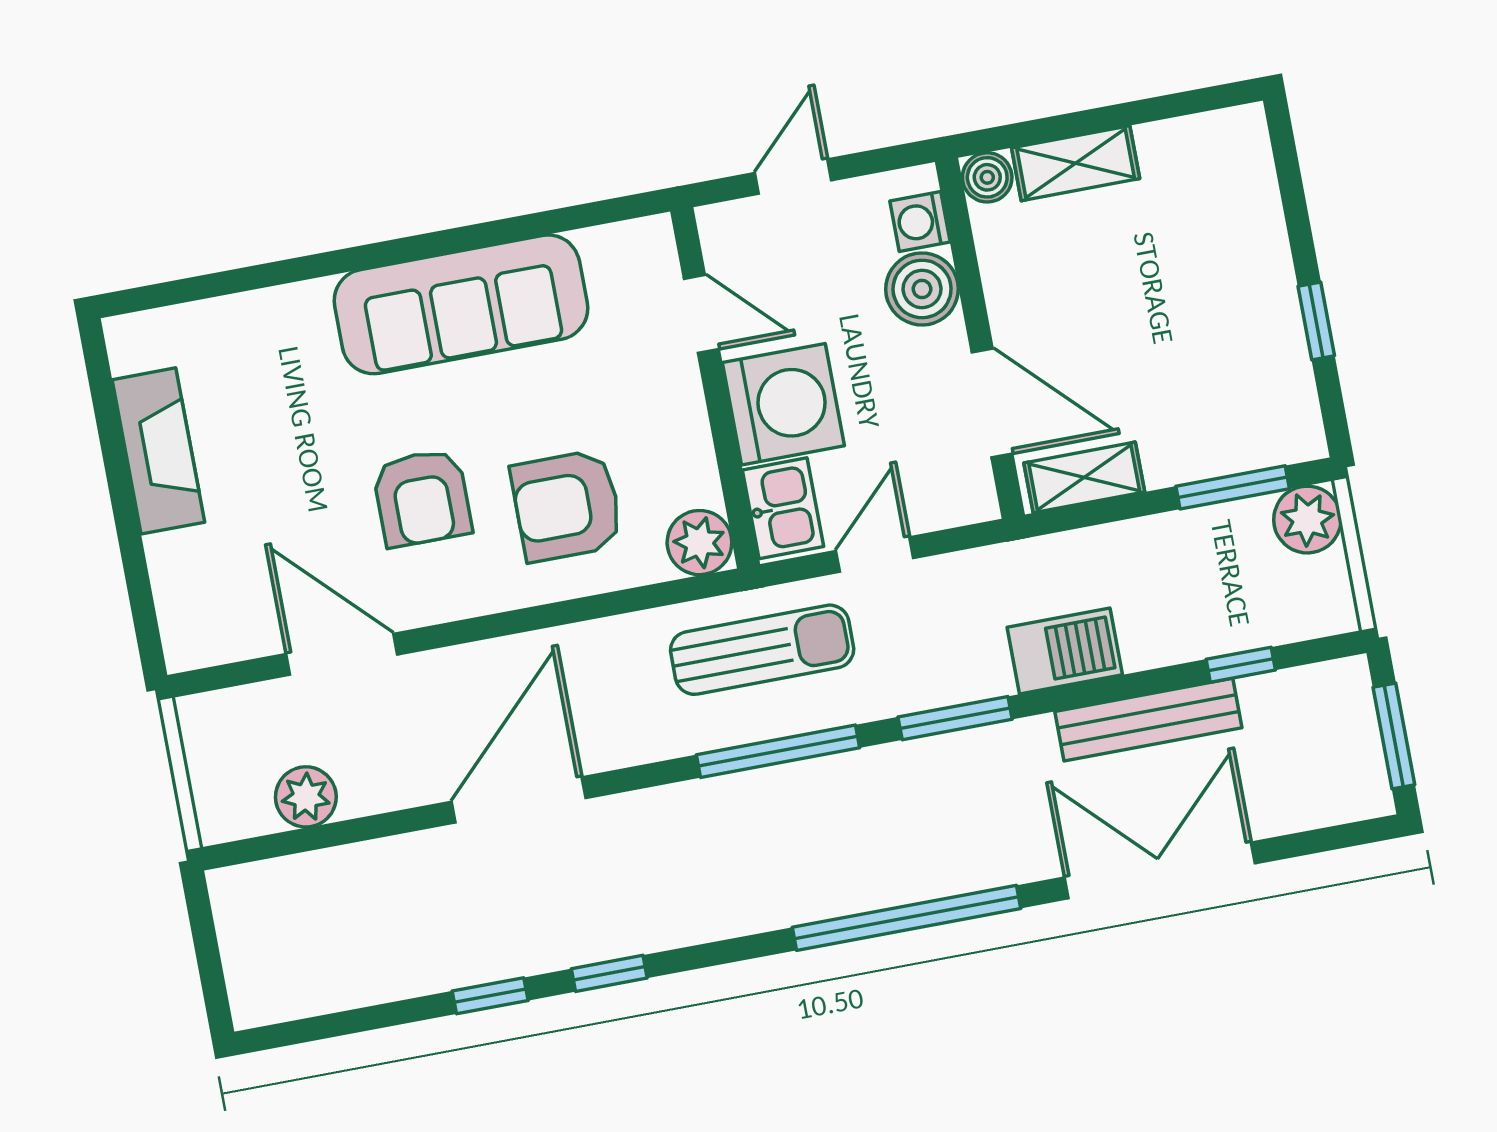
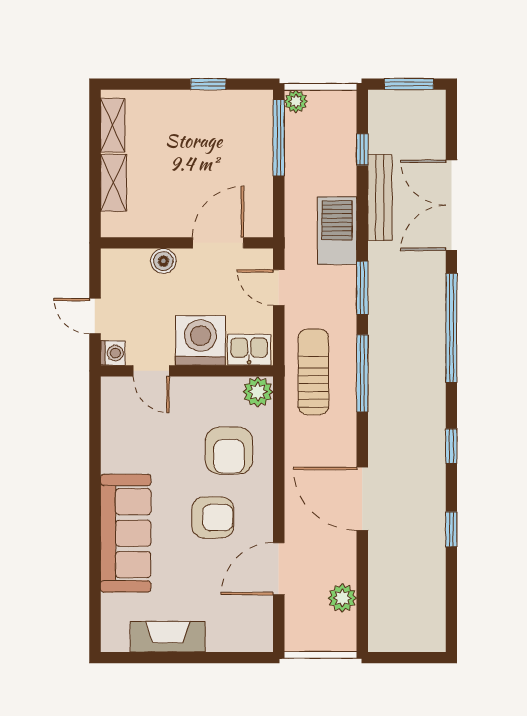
boiler: (987, 177) -> (112, 225), removed
washing machine: (920, 222) -> (113, 353), moved, turned -90
boiler: (922, 289) -> (163, 261), width x0.73, depth x0.73
sofa: (461, 304) -> (126, 533), moved
door: (701, 314) -> (151, 371), swing flipped
shelving: (1084, 477) -> (113, 125), moved
window: (1233, 487) -> (279, 138), width x1.44
plant: (1307, 520) -> (296, 101), width x0.73, depth x0.73
door: (875, 554) -> (279, 288), moved
barbecue: (1065, 651) -> (337, 231), width x1.37, depth x1.21
window: (609, 973) -> (451, 446), moved

